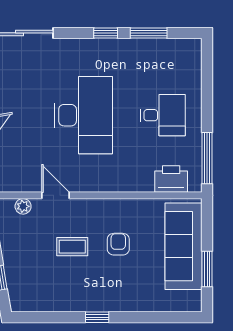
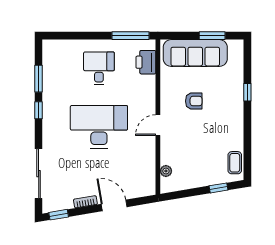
door: (55, 195) -> (158, 125), moved
armchair: (118, 244) -> (194, 101), turned 180
coffee table: (72, 247) -> (235, 163), moved
window: (97, 317) -> (247, 92), moved

